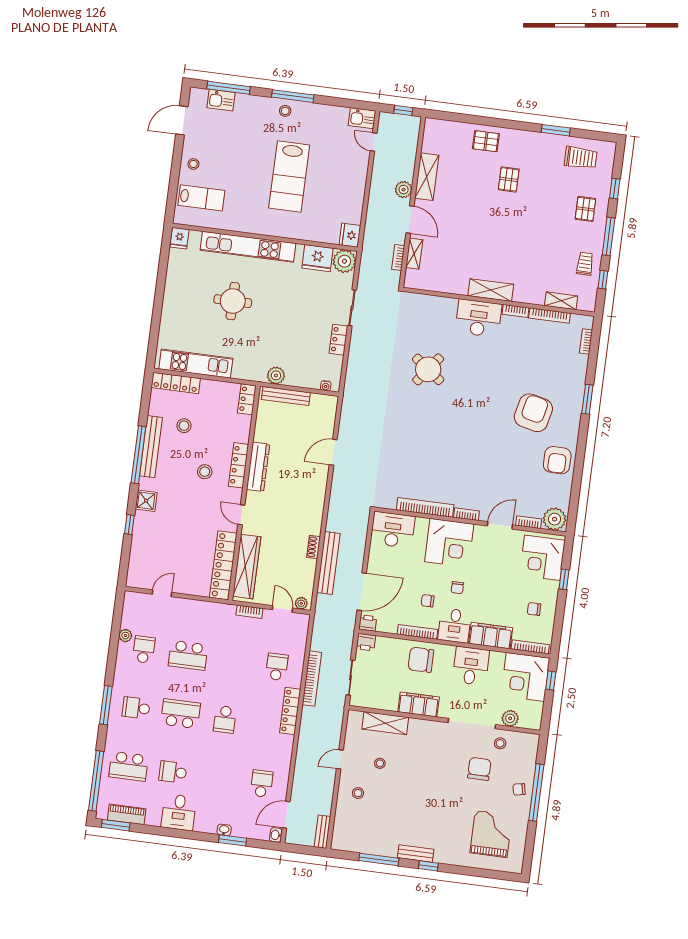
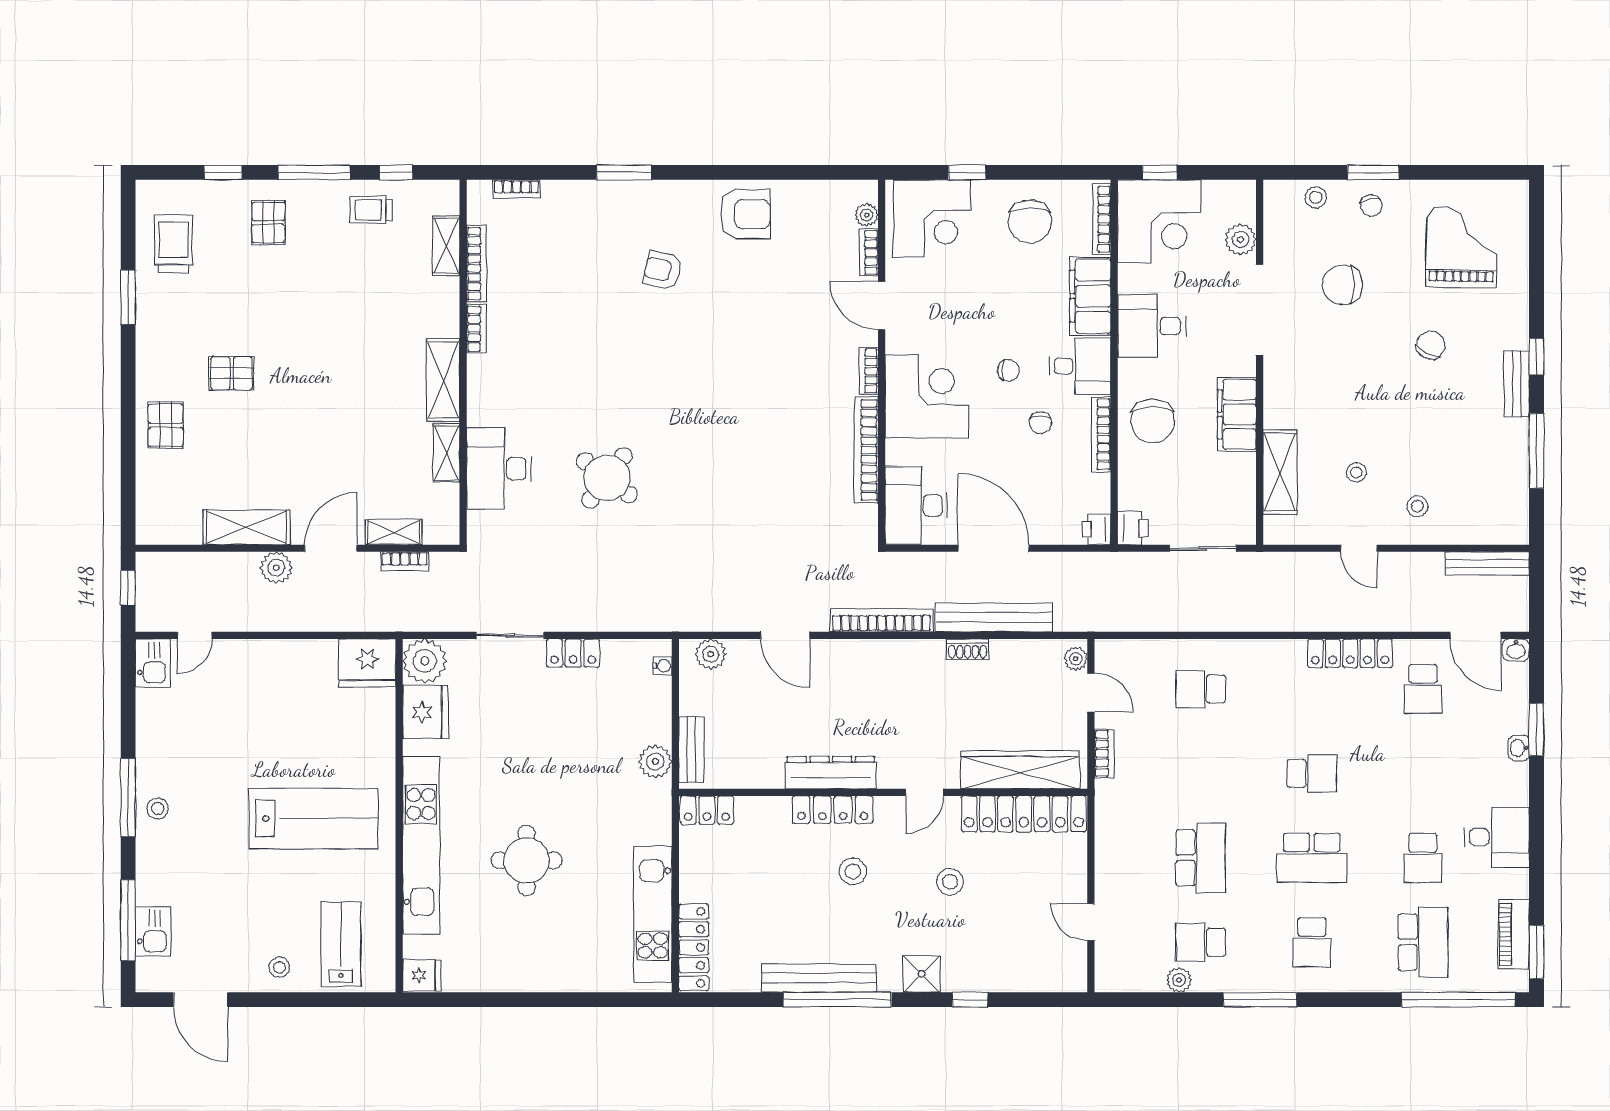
lab bench: (289, 177) -> (313, 819), moved
pallet: (585, 209) -> (268, 222), turned 90
fridge: (350, 235) -> (367, 663), width x1.36, depth x1.34
shelving: (452, 287) -> (447, 453), added
desk: (478, 318) -> (499, 469), moved
bench: (286, 396) -> (691, 750), width x0.73
plant: (329, 412) -> (711, 654), added
armchair: (533, 413) -> (663, 270), width x0.53, depth x0.53
stool: (184, 426) -> (950, 882), moved
plant: (555, 519) -> (867, 215), width x0.53, depth x0.53
door: (362, 592) -> (993, 548), moved
door: (282, 609) -> (1091, 693), swing flipped
chair: (534, 609) -> (1030, 221), width x1.87, depth x1.87
bookcase: (312, 679) -> (882, 620), moved
window: (106, 705) -> (1260, 1000), moved
locker: (290, 711) -> (1350, 653), moved
school desk: (181, 714) -> (1312, 858), turned -90
stool: (500, 743) -> (1316, 197), moved
school desk: (262, 784) -> (1423, 689), turned -90
window: (536, 793) -> (1373, 172), width x0.47
chair: (442, 811) -> (1431, 345), added
bench: (322, 832) -> (1487, 563), width x1.36
grand piano: (491, 834) -> (1462, 247), turned 91

